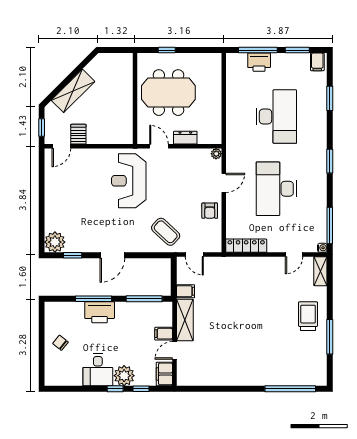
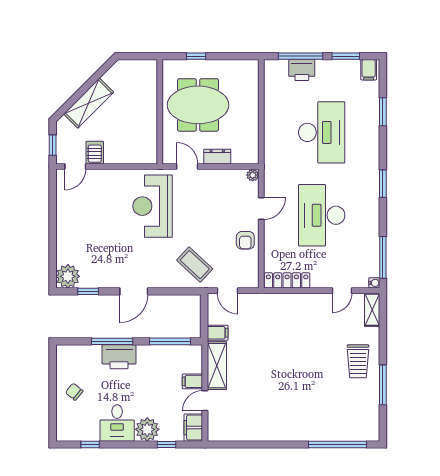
trolley: (308, 316) -> (358, 361), turned 180
window: (115, 389) -> (90, 445), moved

